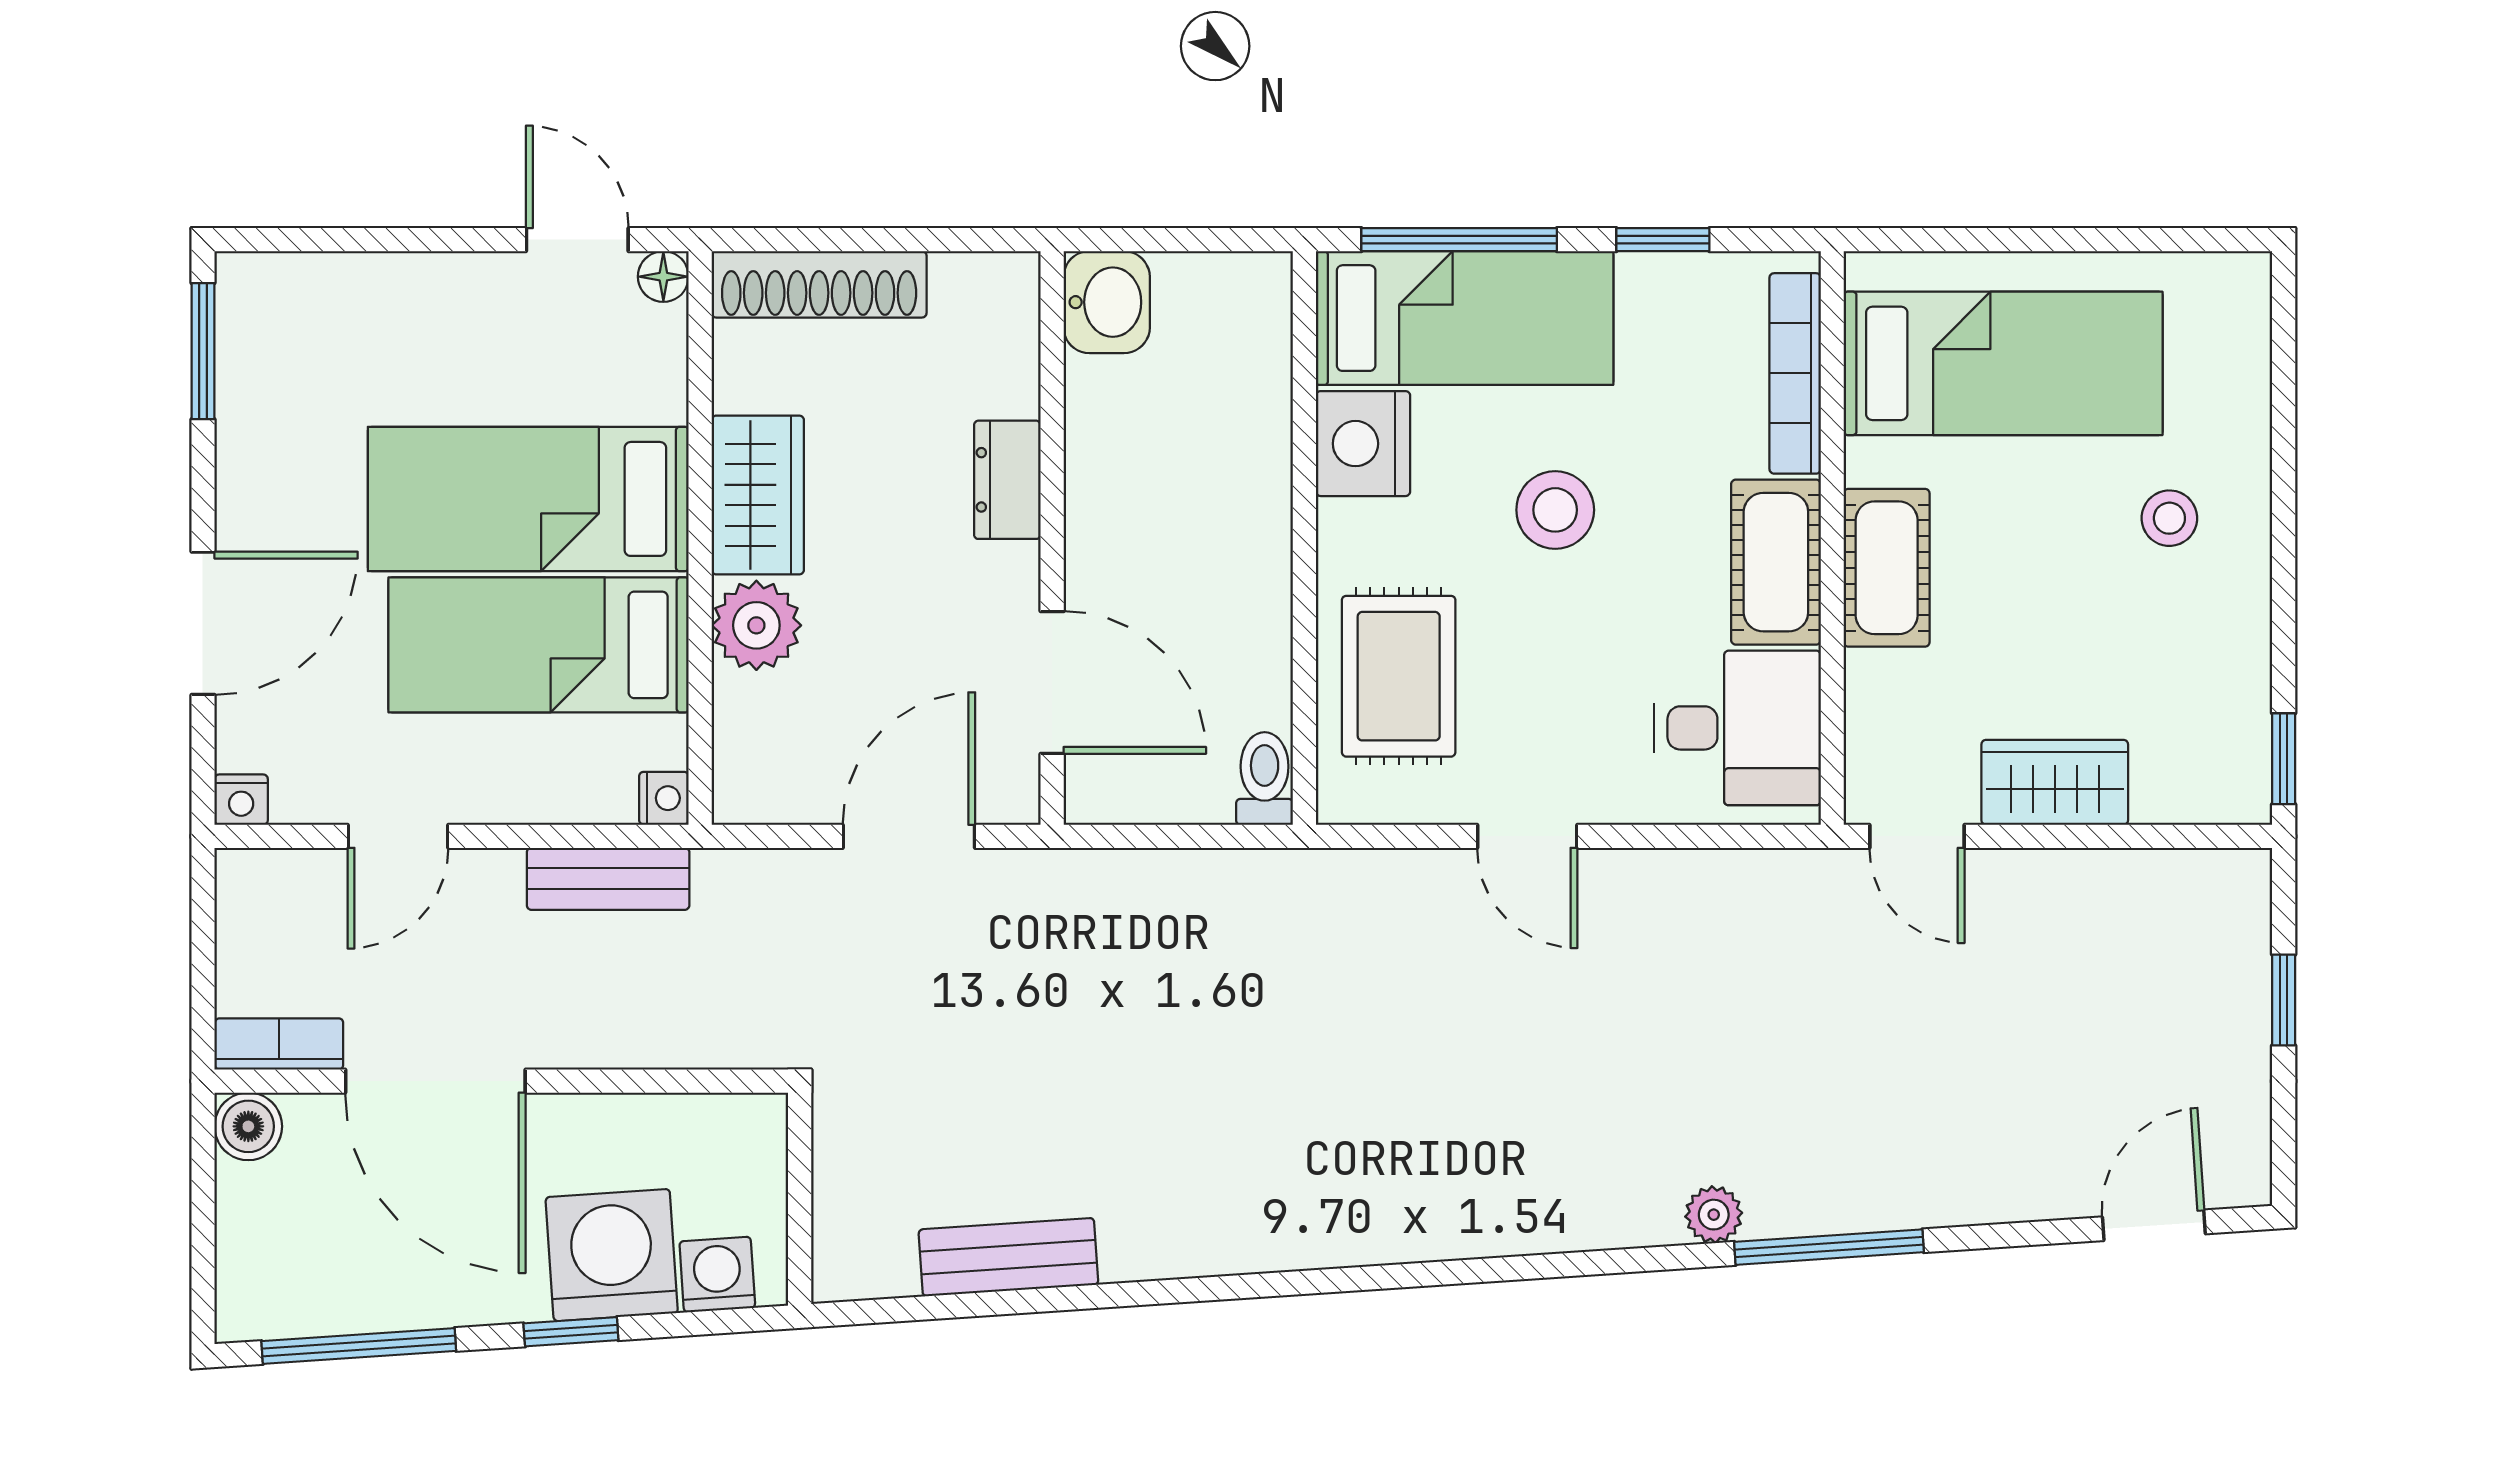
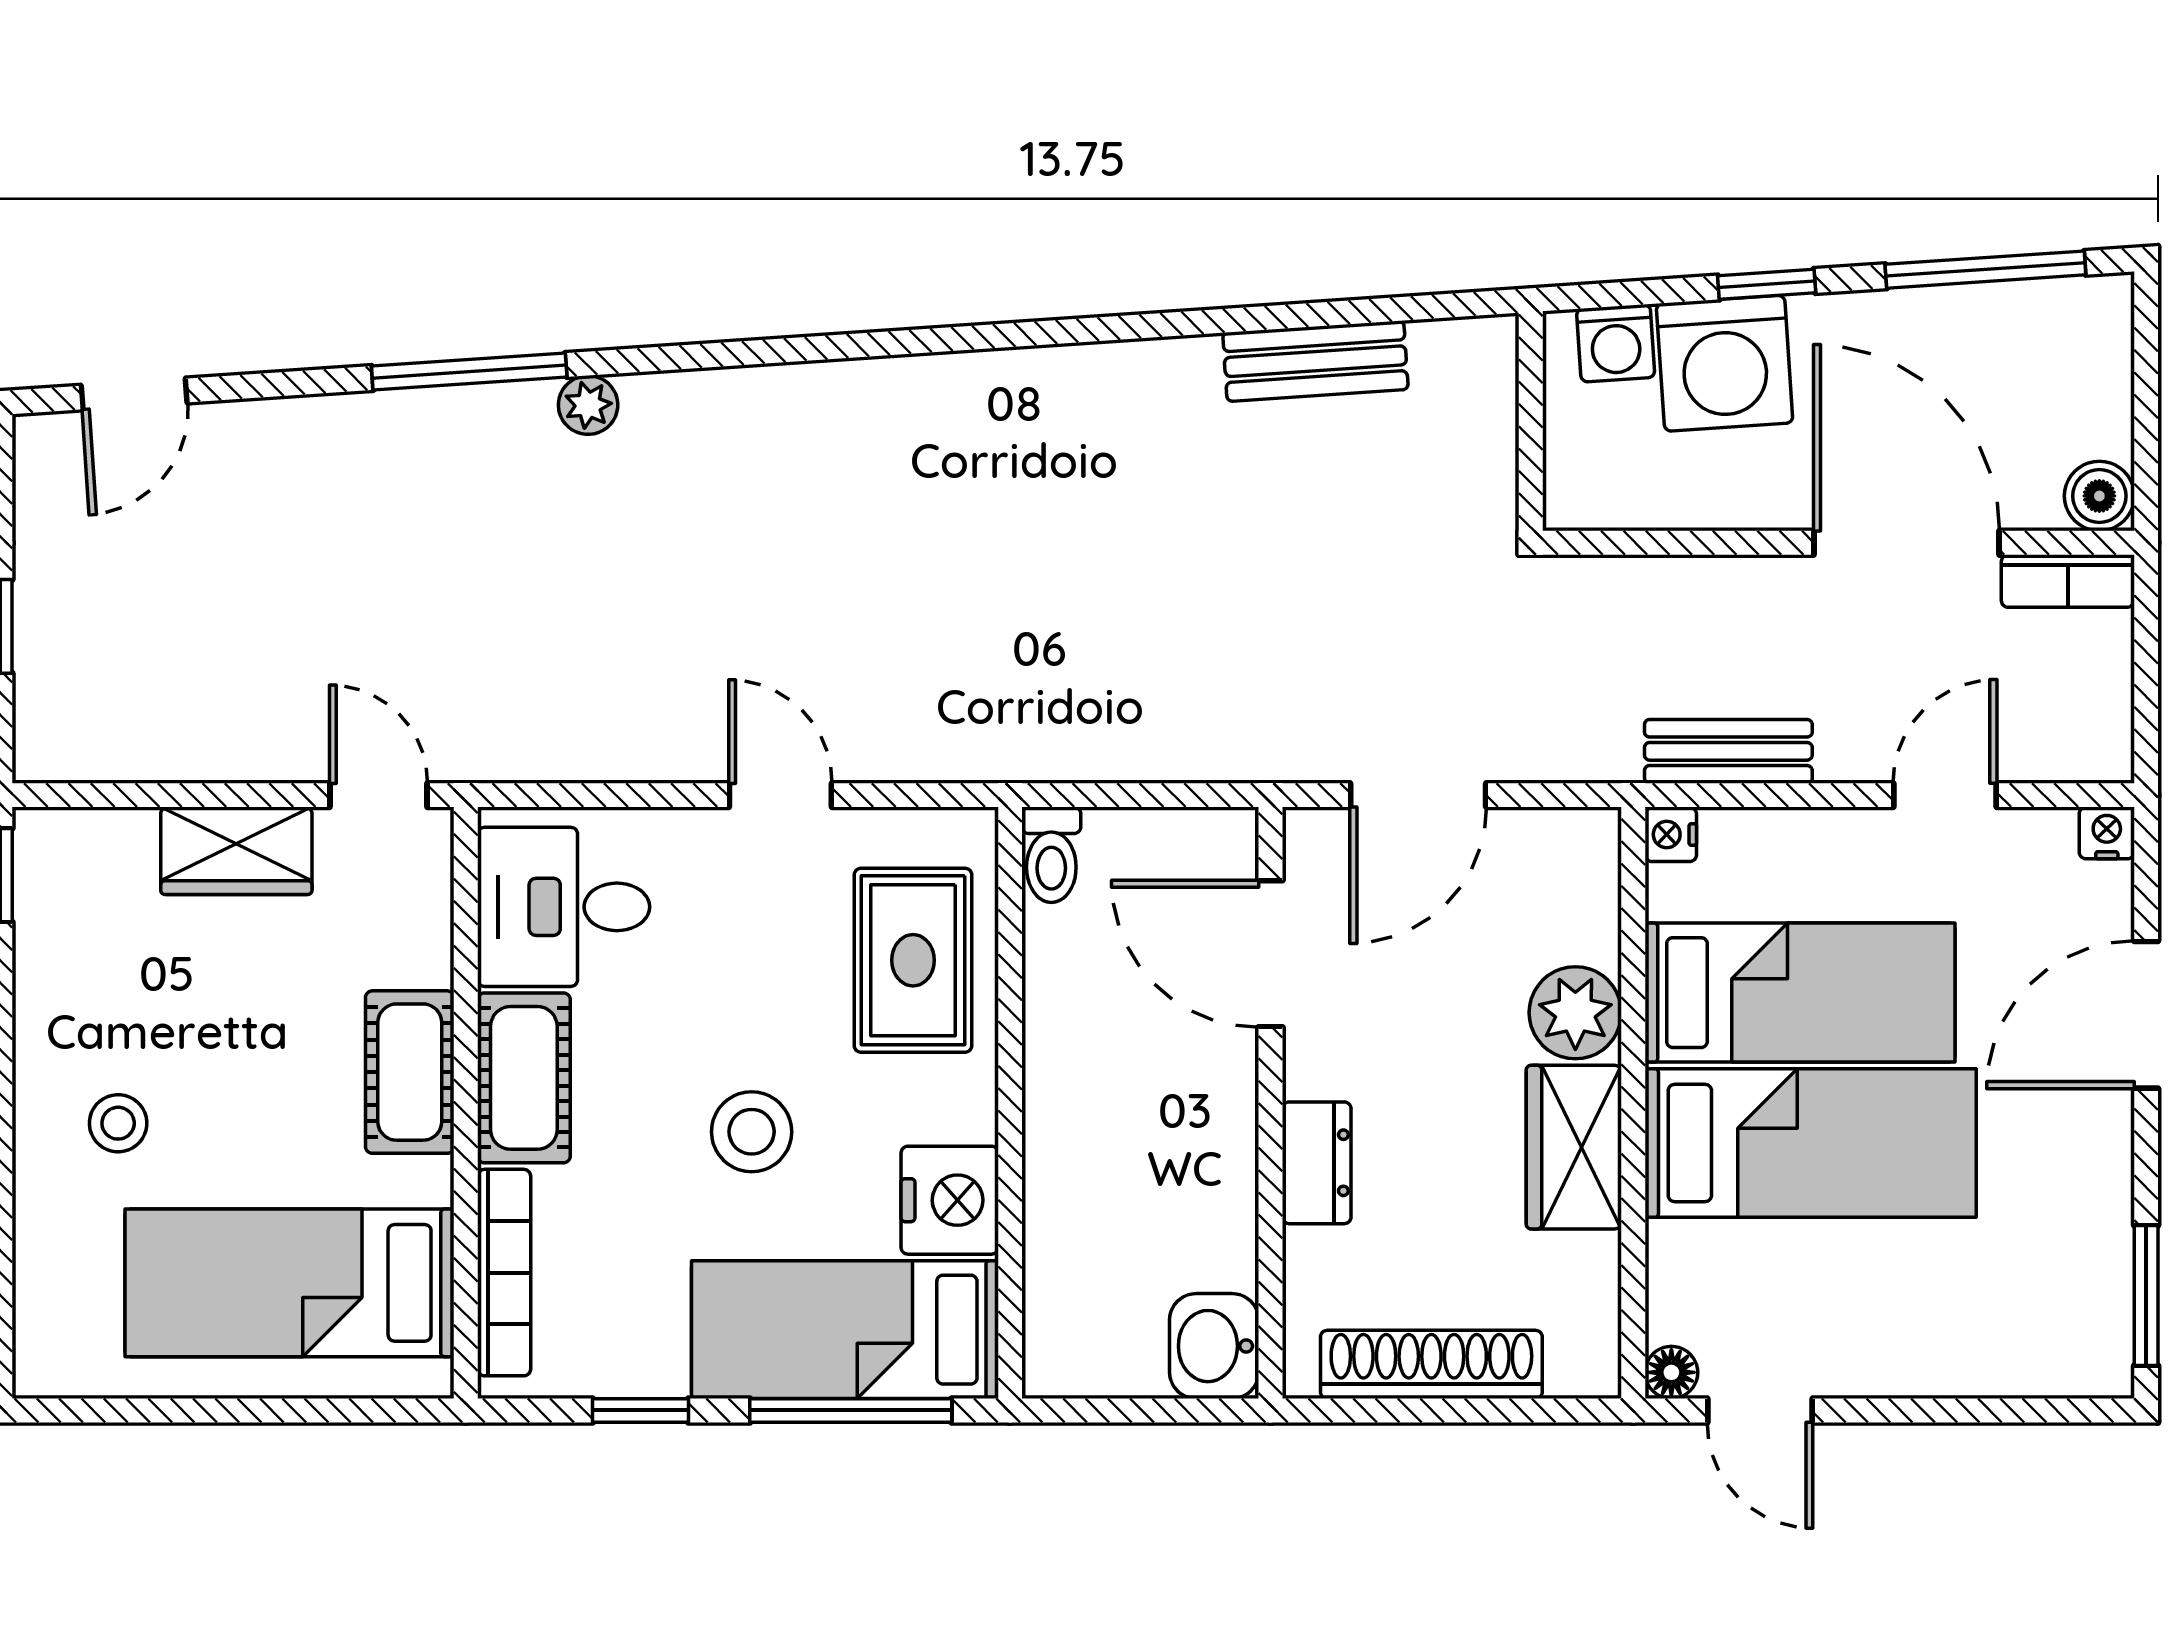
shoe rack: (819, 284) -> (1431, 1364), moved

